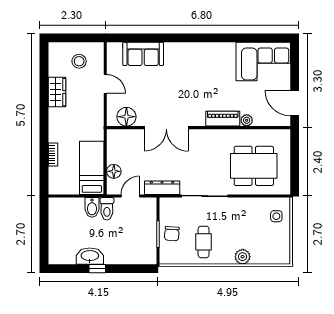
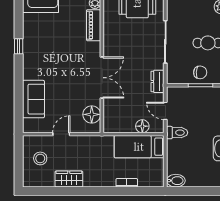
window: (200, 38) -> (19, 46), added
dresser: (162, 188) -> (158, 81), width x0.70
bidet: (92, 207) -> (176, 181), moved

